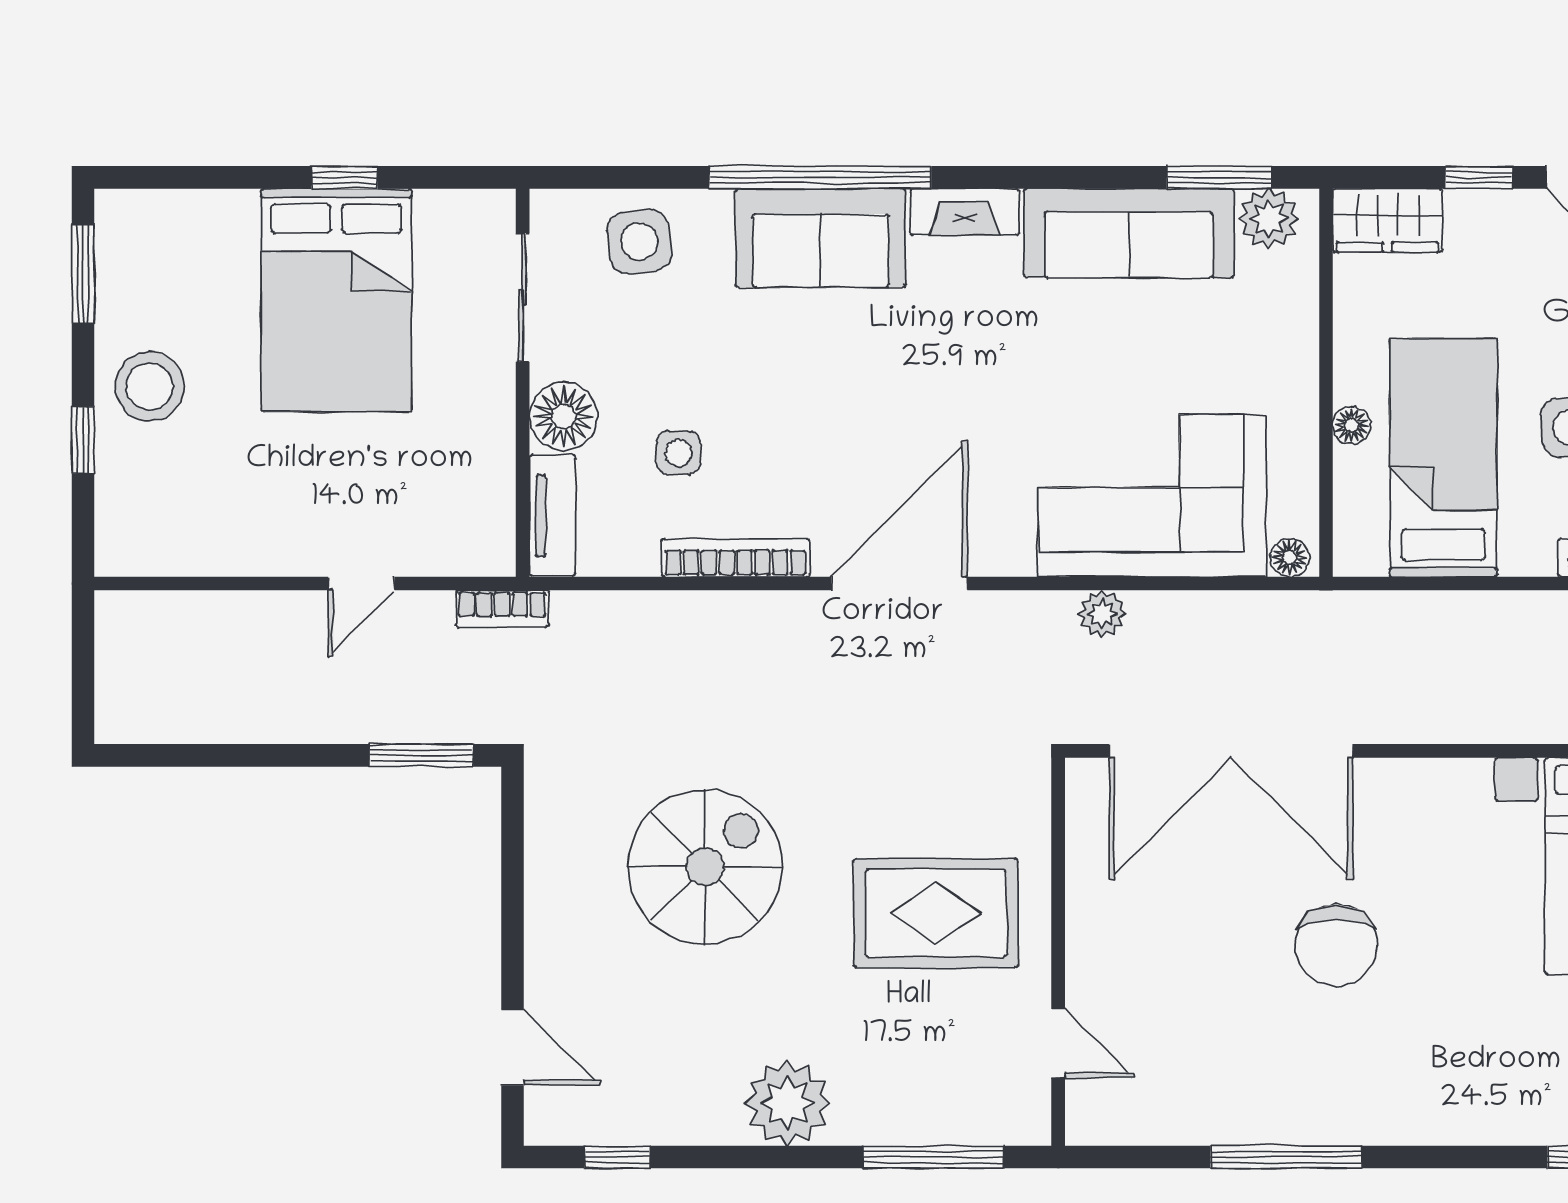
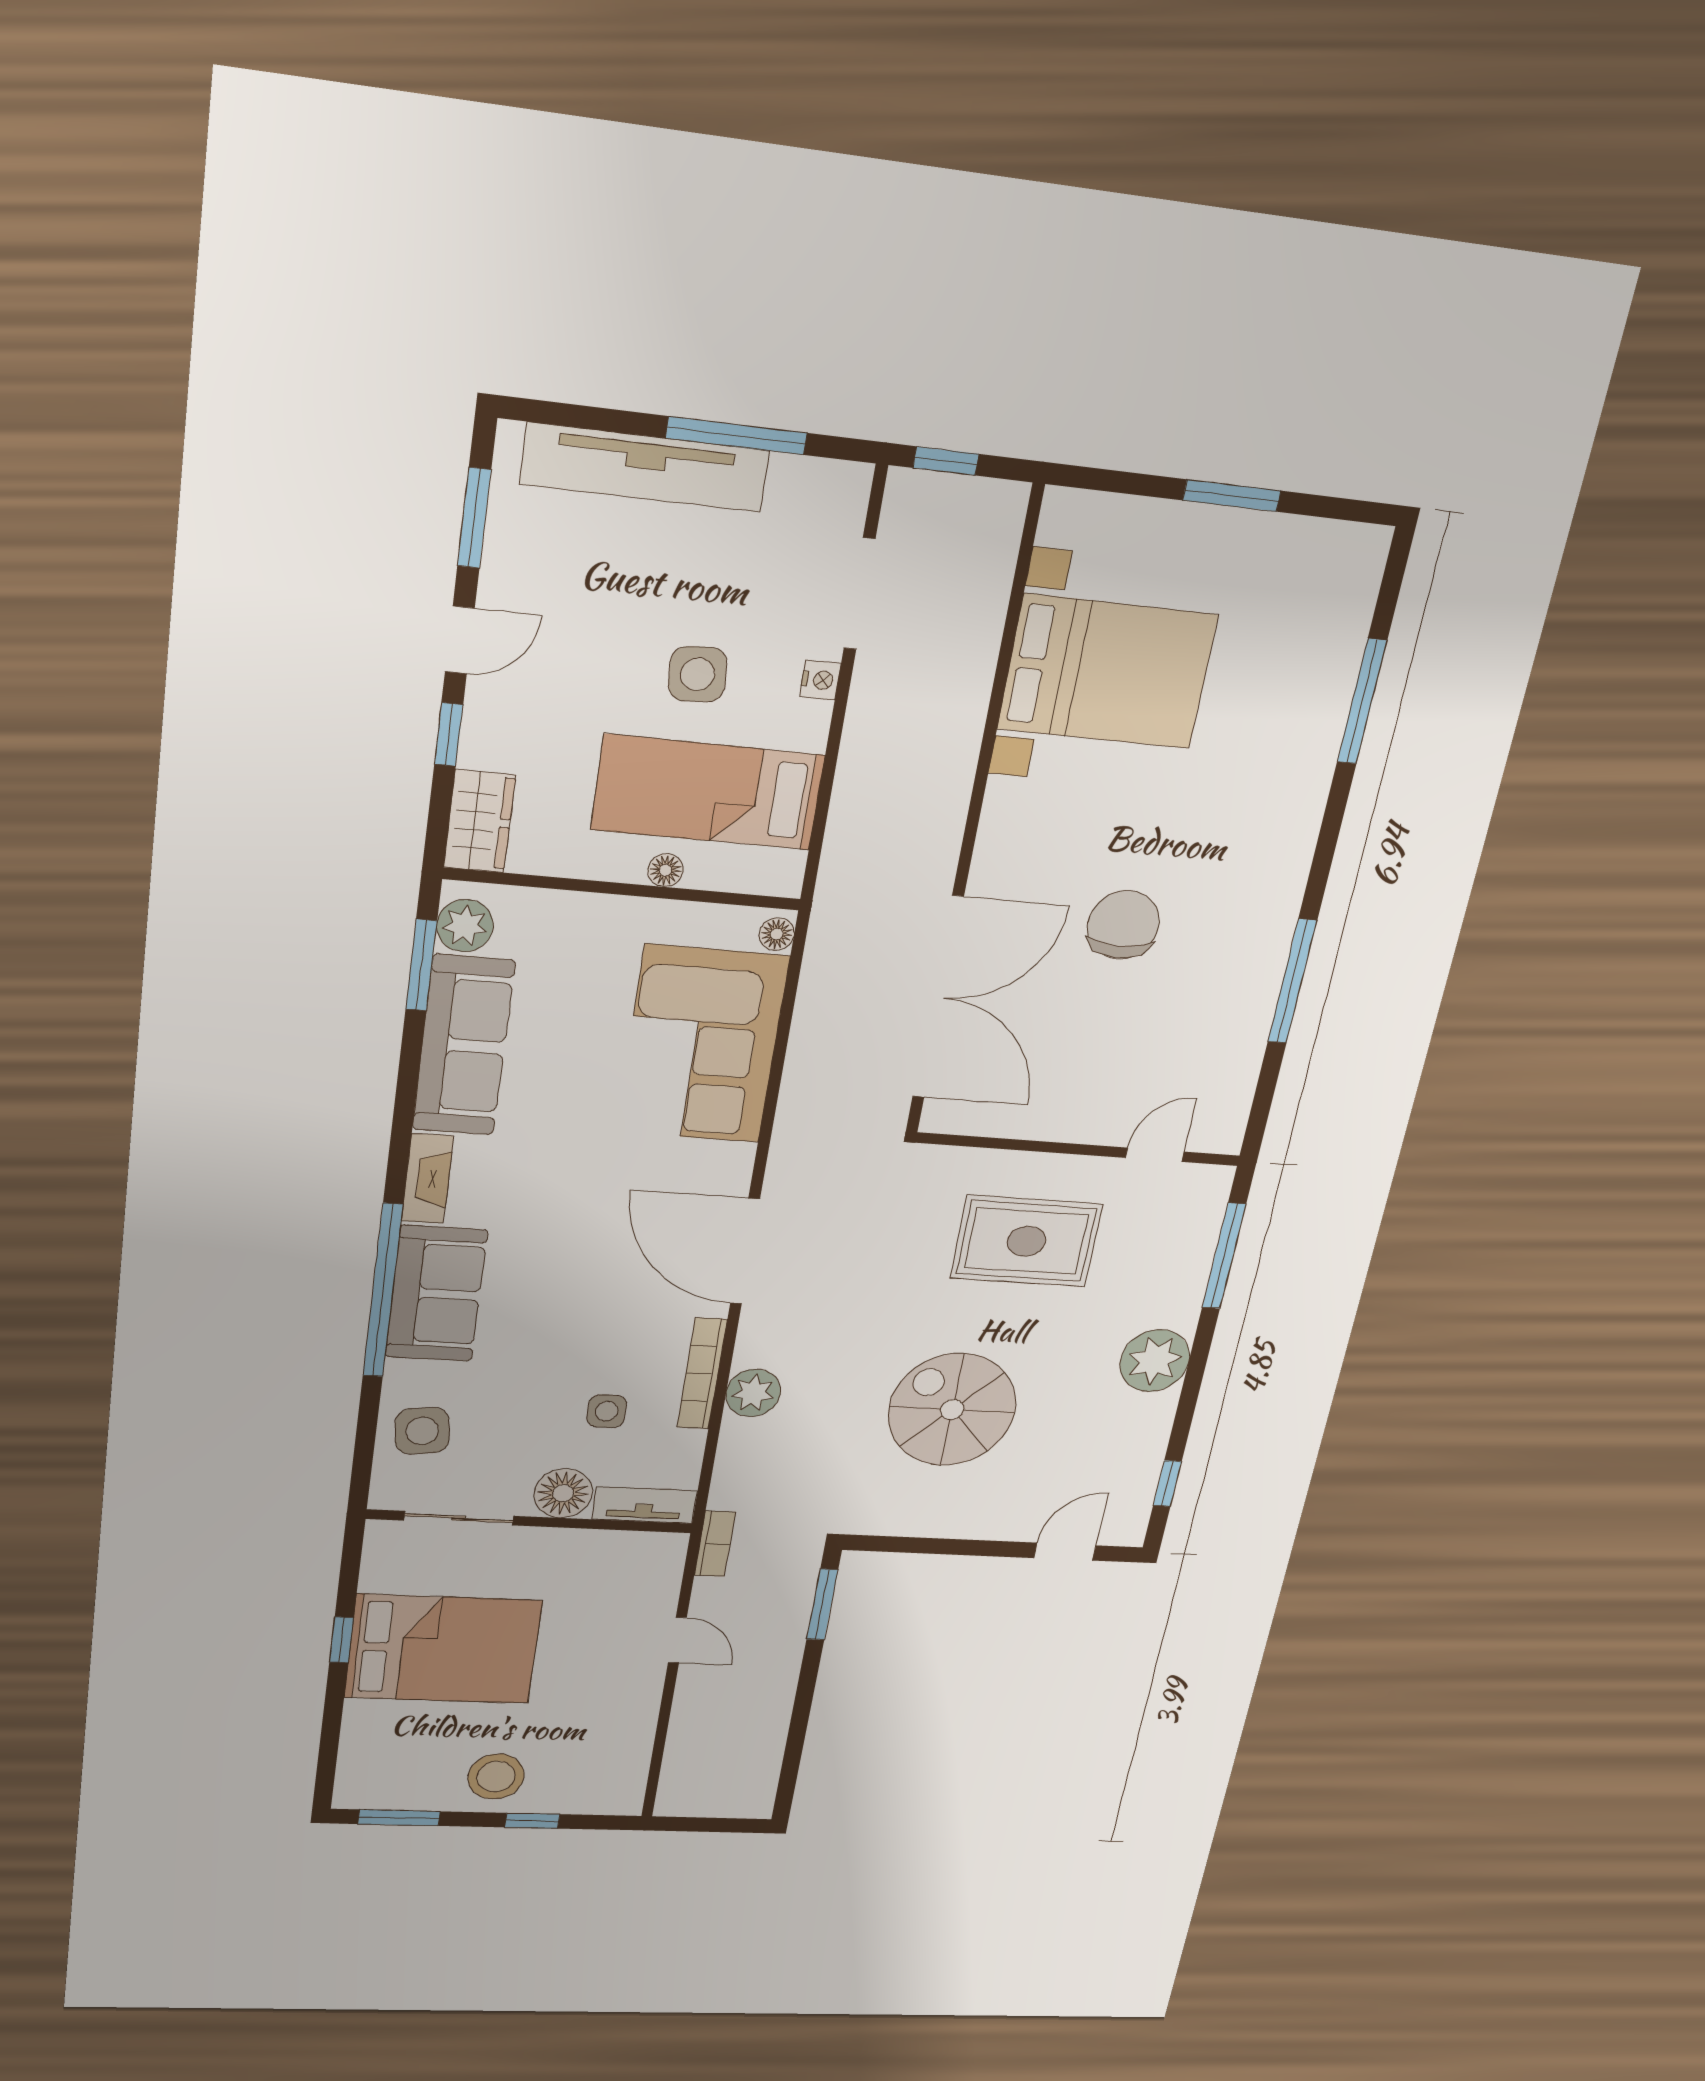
plant: (1102, 614) -> (753, 1393), moved, width x1.38, depth x1.38
rug: (936, 913) -> (1026, 1241), turned 90
chair: (1336, 945) -> (1123, 925), turned -90

